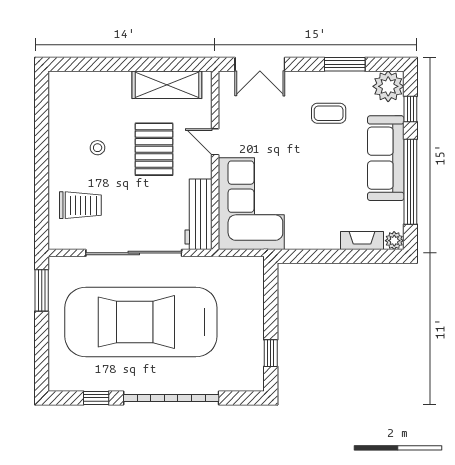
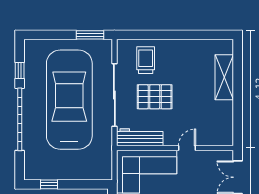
shelving: (167, 85) -> (224, 77), moved
stool: (98, 148) -> (183, 71), removed
pallet: (154, 149) -> (155, 97), moved
trolley: (80, 205) -> (146, 60), turned 180

